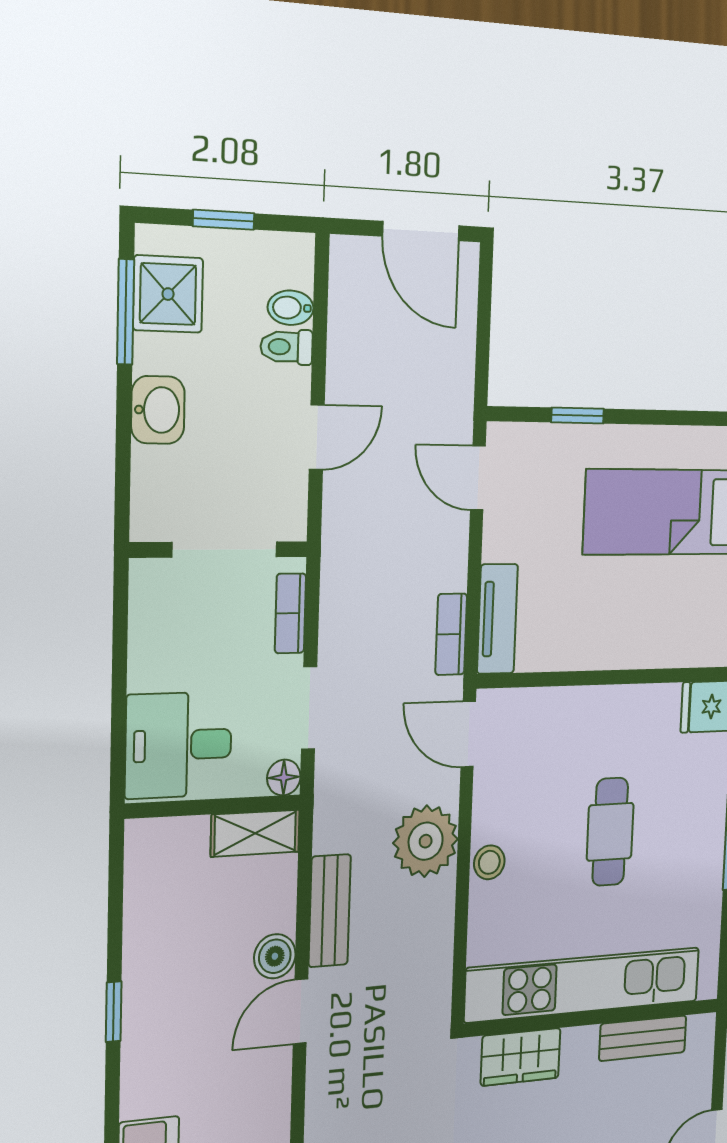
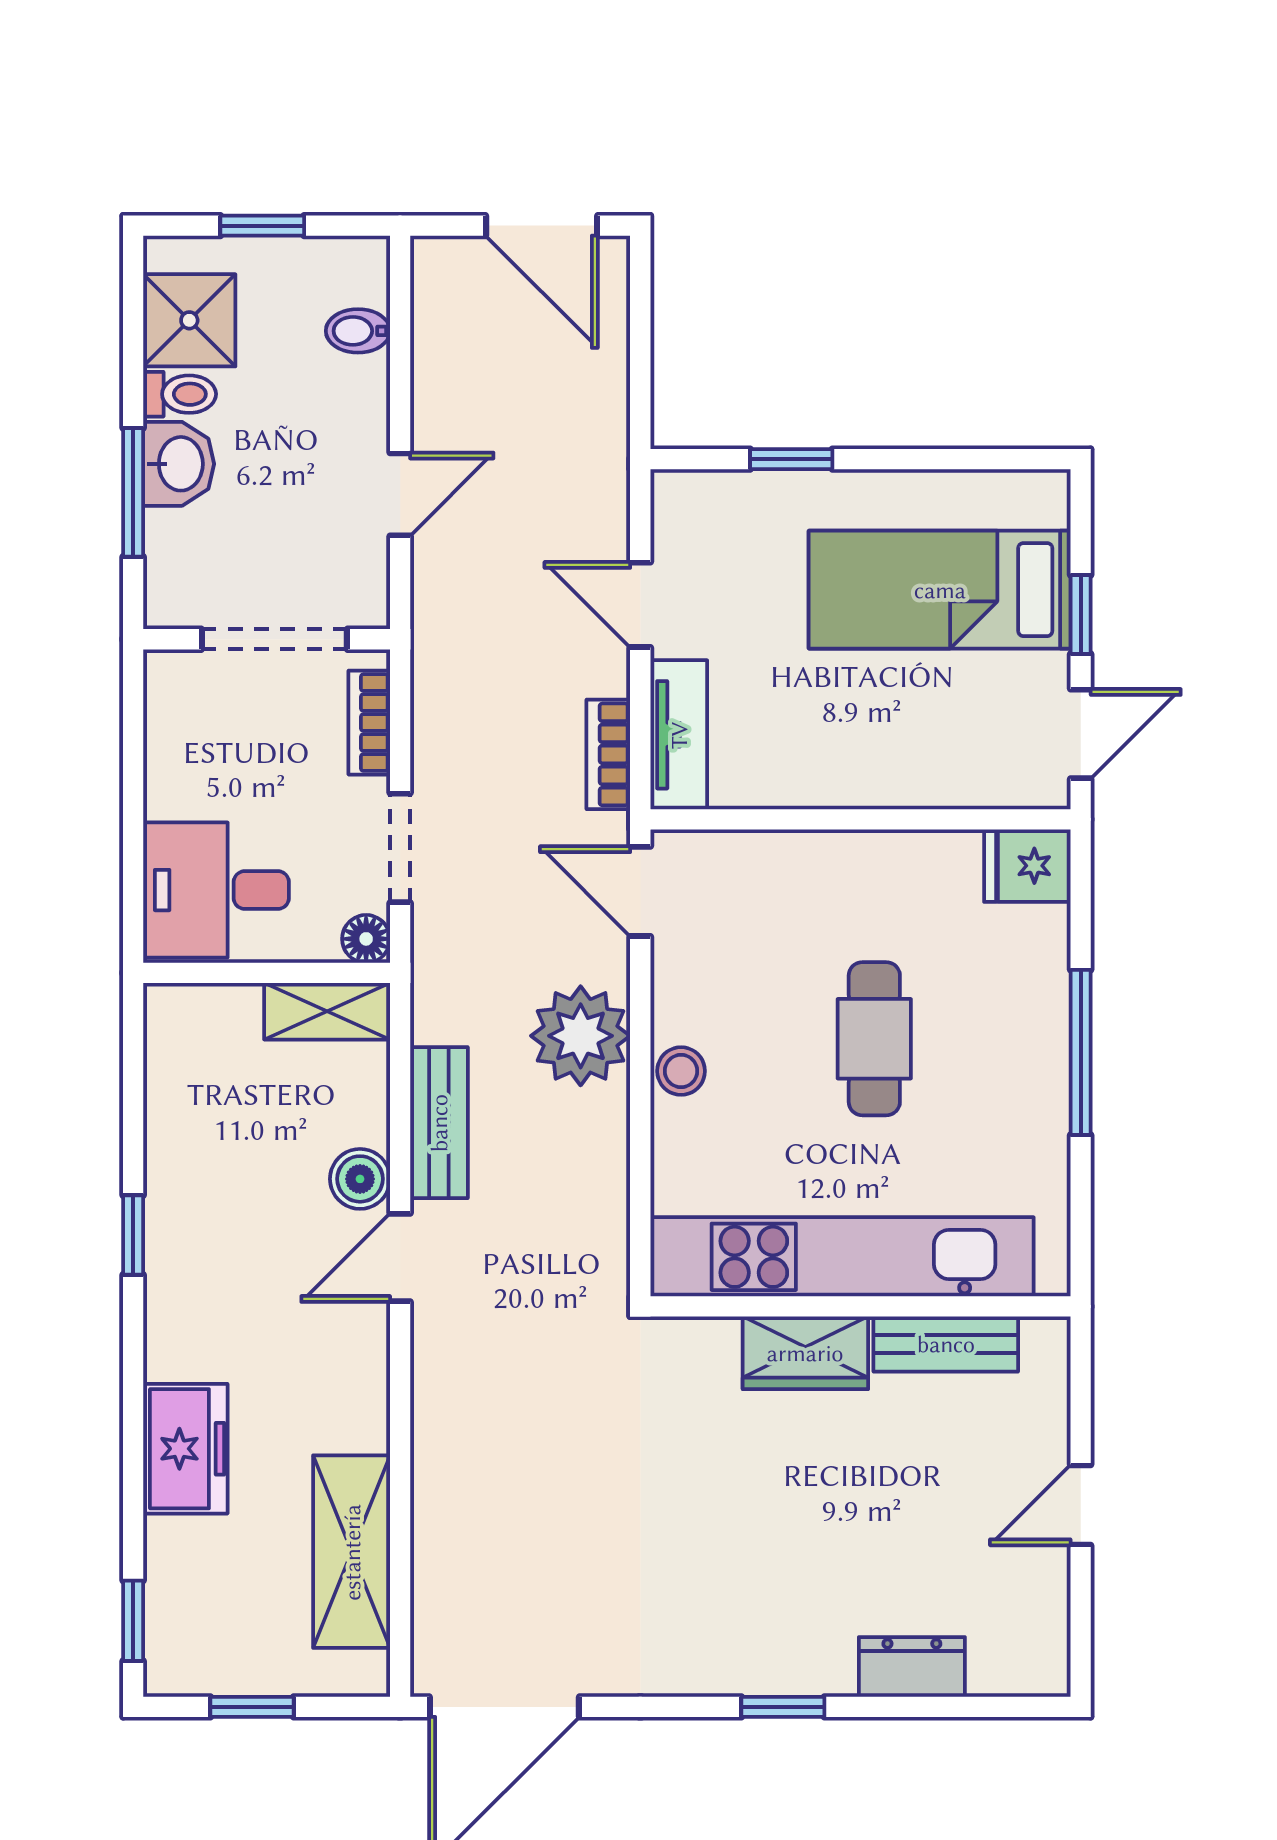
window: (126, 312) -> (133, 492), moved
toilet: (287, 347) -> (180, 394), moved, turned 180
door: (478, 478) -> (640, 605), moved
wardrobe: (521, 1057) -> (805, 1353), moved

